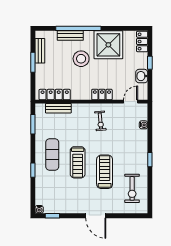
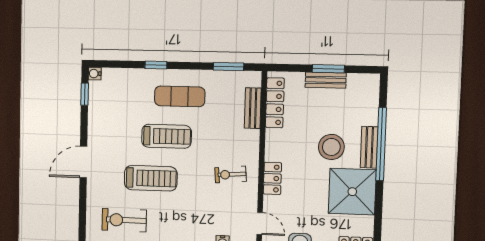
bench: (70, 36) -> (369, 147), moved
bench: (40, 51) -> (326, 80), moved
treadmill: (78, 162) -> (166, 136), turned 180

